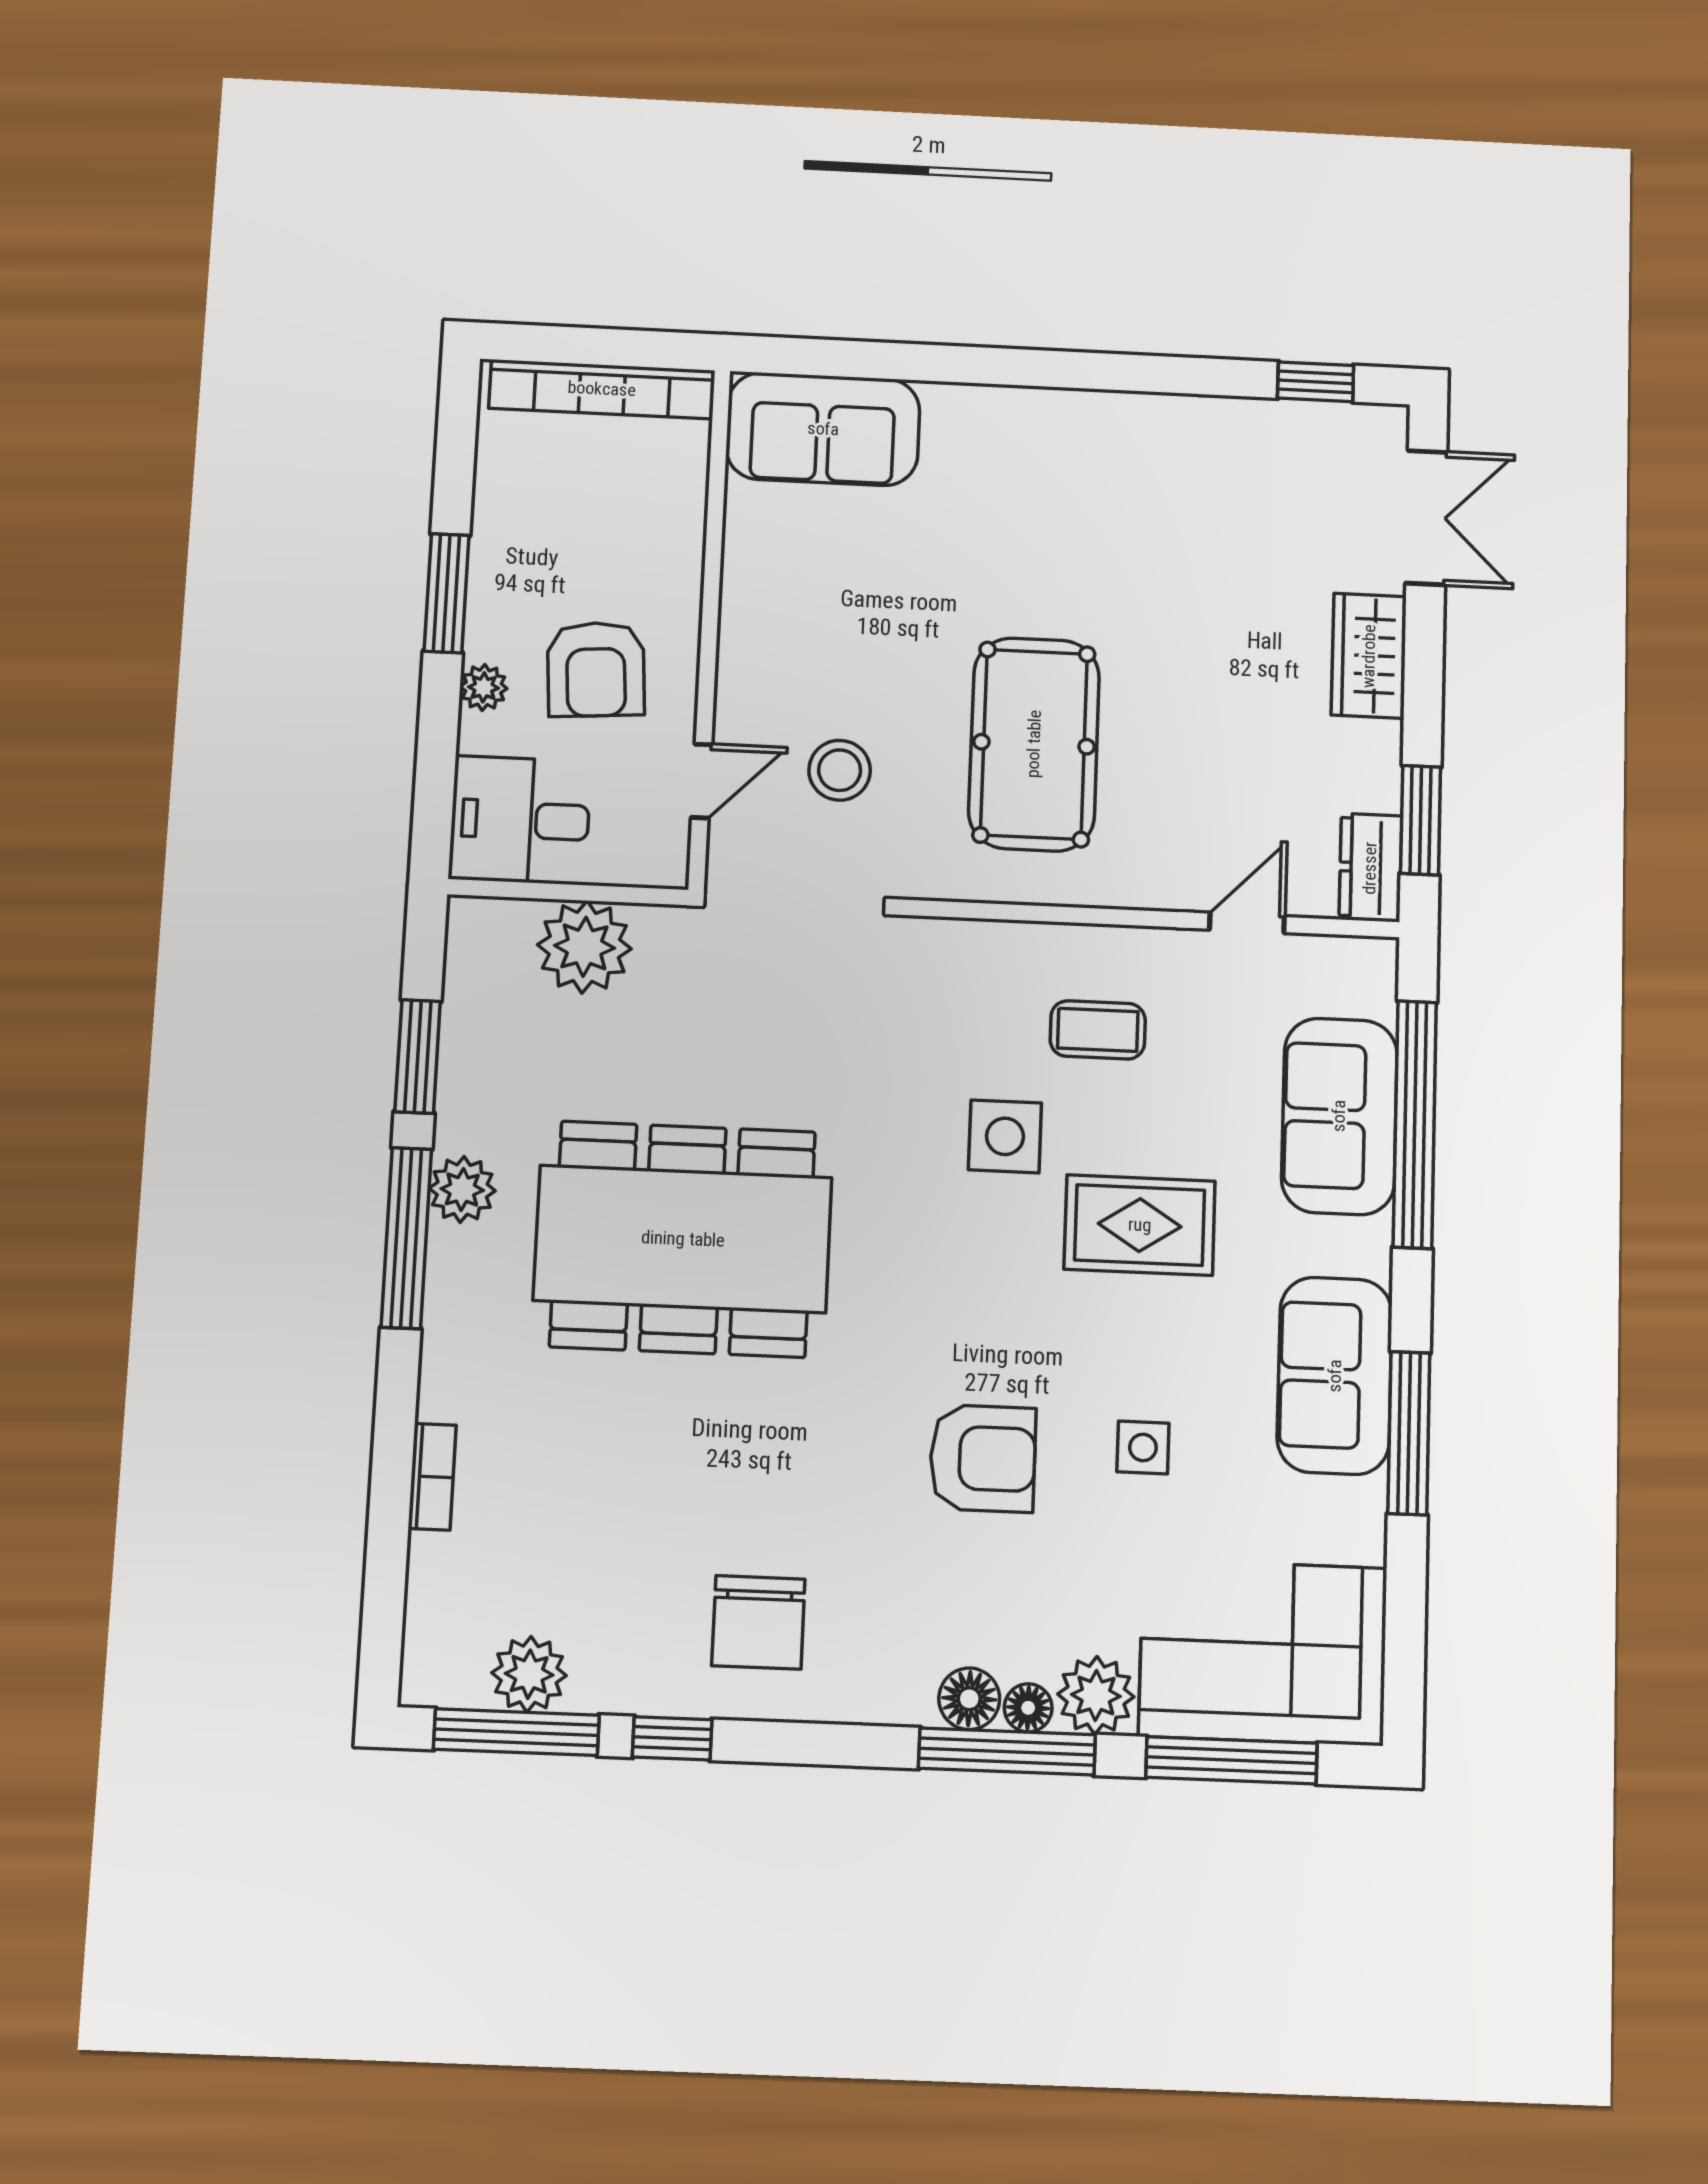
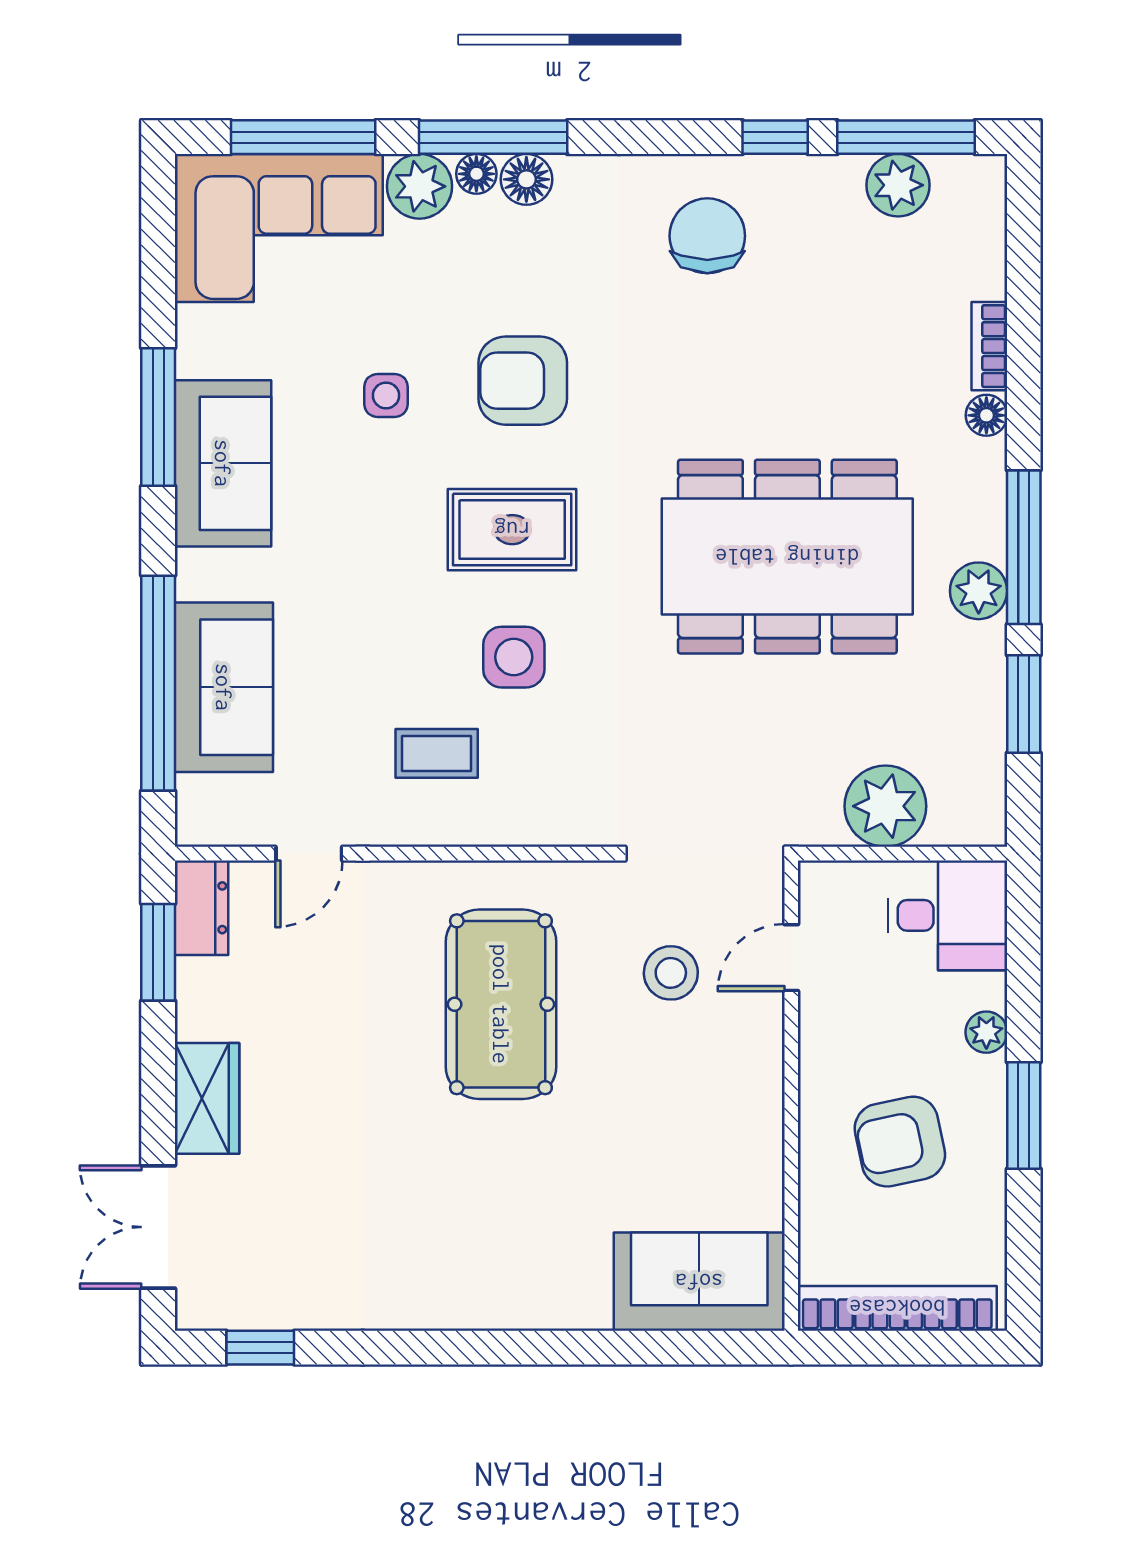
armchair: (596, 669) -> (900, 1142), moved, turned -98
rug: (1140, 1225) -> (512, 530), moved
floor lamp: (441, 1395) -> (986, 415), added

